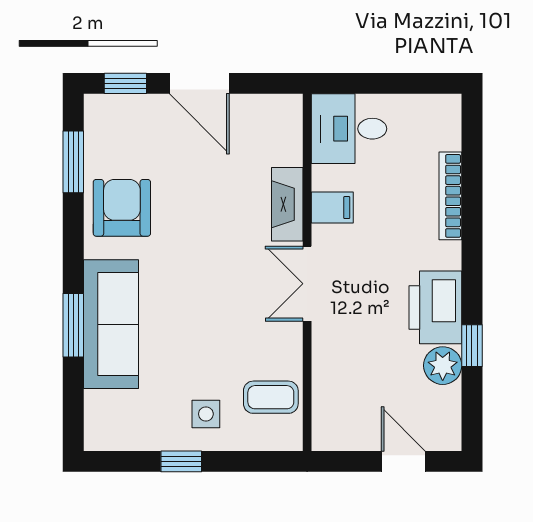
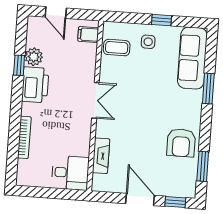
fireplace: (287, 204) -> (101, 156), moved
filing cabinet: (332, 208) -> (88, 35), moved
sofa: (111, 324) -> (192, 58), moved

